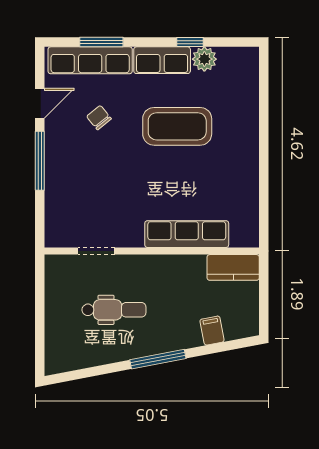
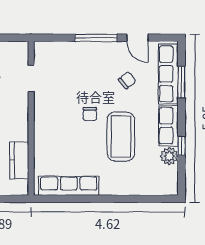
chair: (146, 170) -> (90, 114), added
row of seats: (187, 234) -> (69, 186), moved, turned -90
kitchen counter: (233, 267) -> (19, 160), moved

